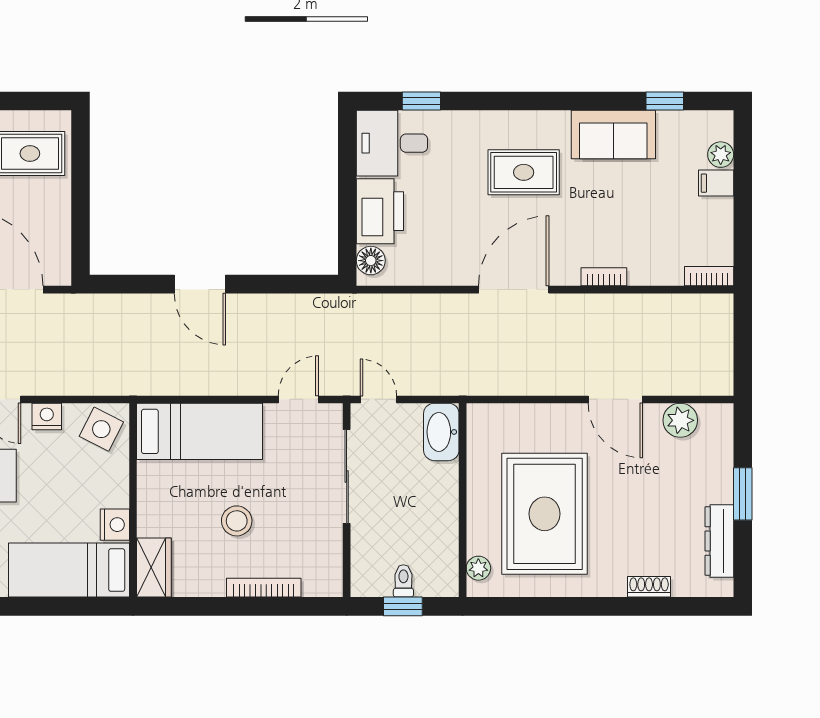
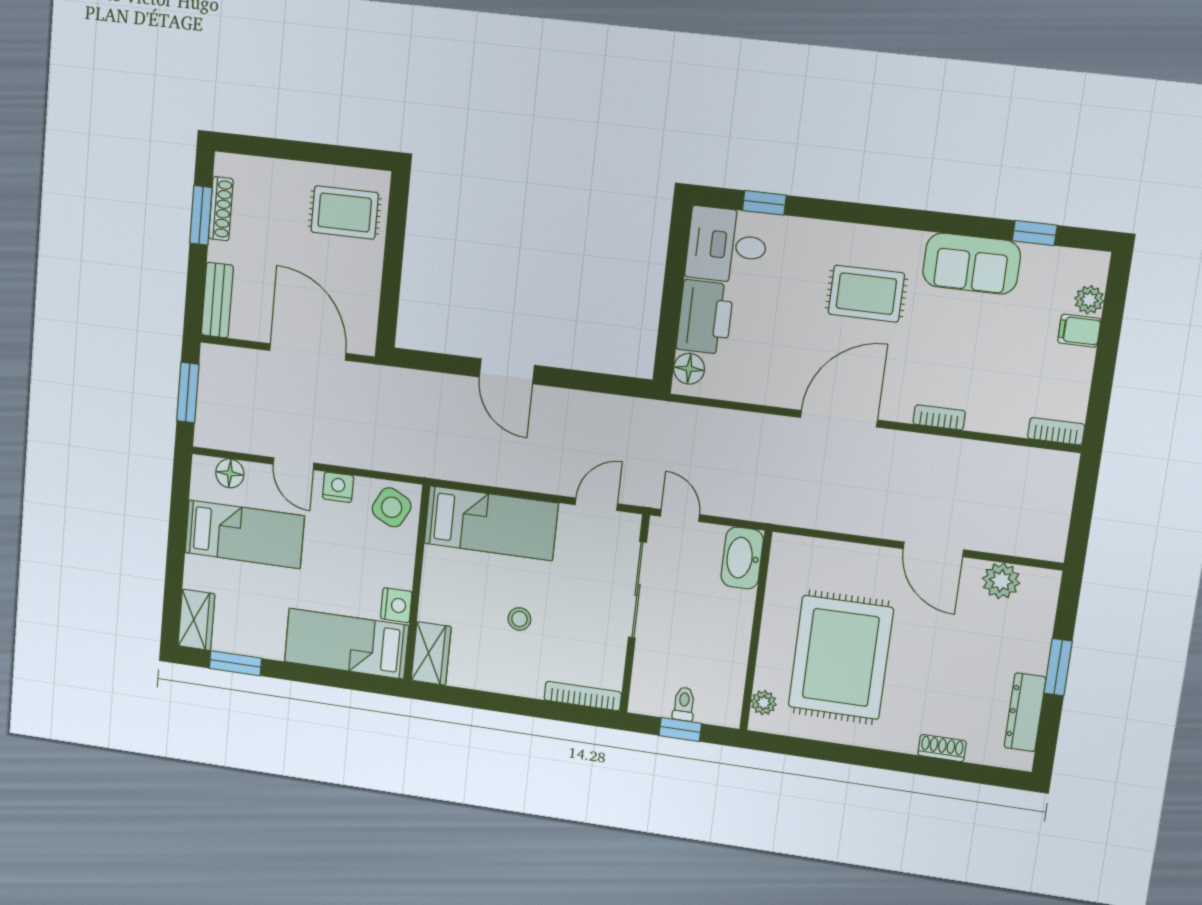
stool: (237, 521) -> (519, 619), width x0.73, depth x0.73
bookcase: (264, 588) -> (583, 696), moved

